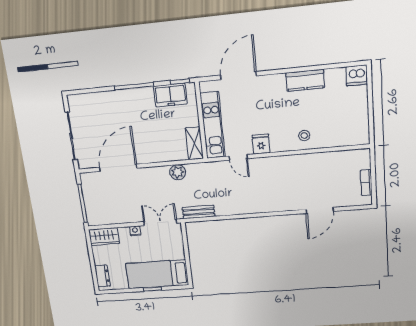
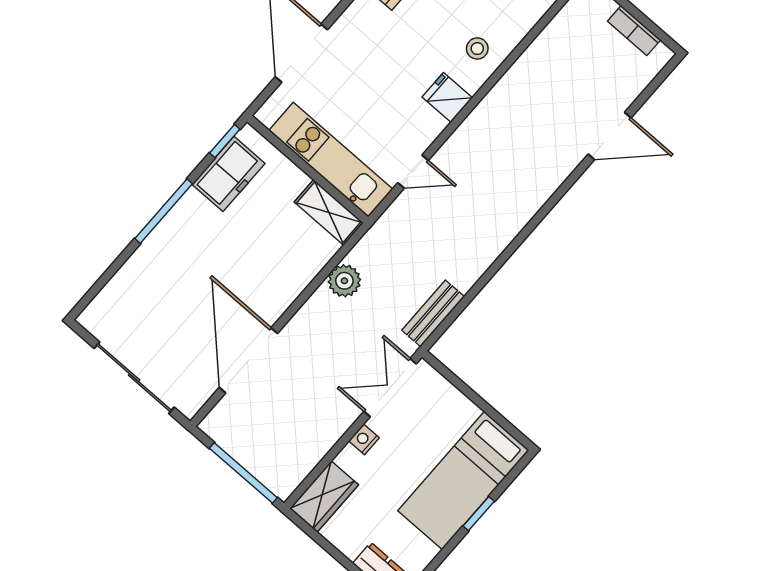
fridge: (261, 144) -> (447, 97), moved
door: (320, 210) -> (610, 136), hinge flipped

